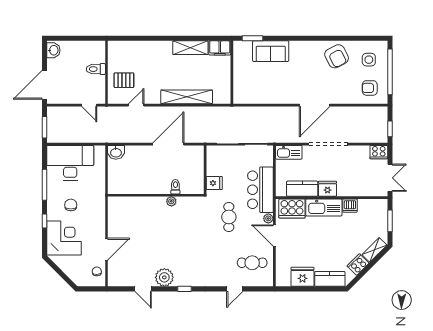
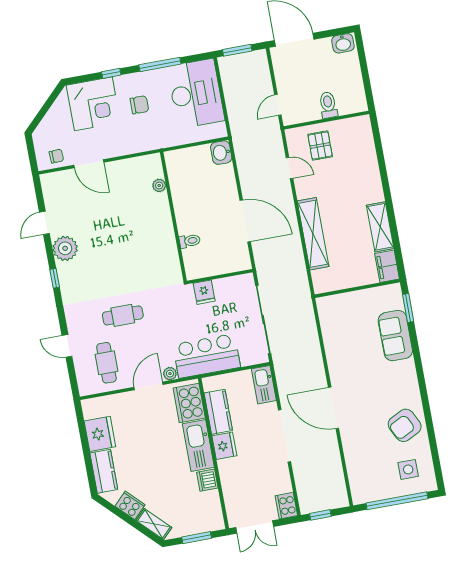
armchair: (370, 88) -> (370, 478), removed
plant: (171, 201) -> (159, 185), moved
cafe table: (229, 217) -> (123, 315), moved

